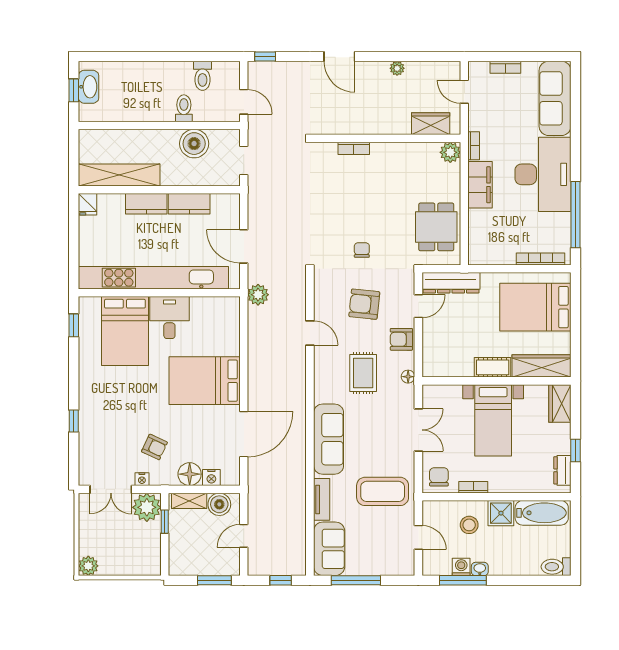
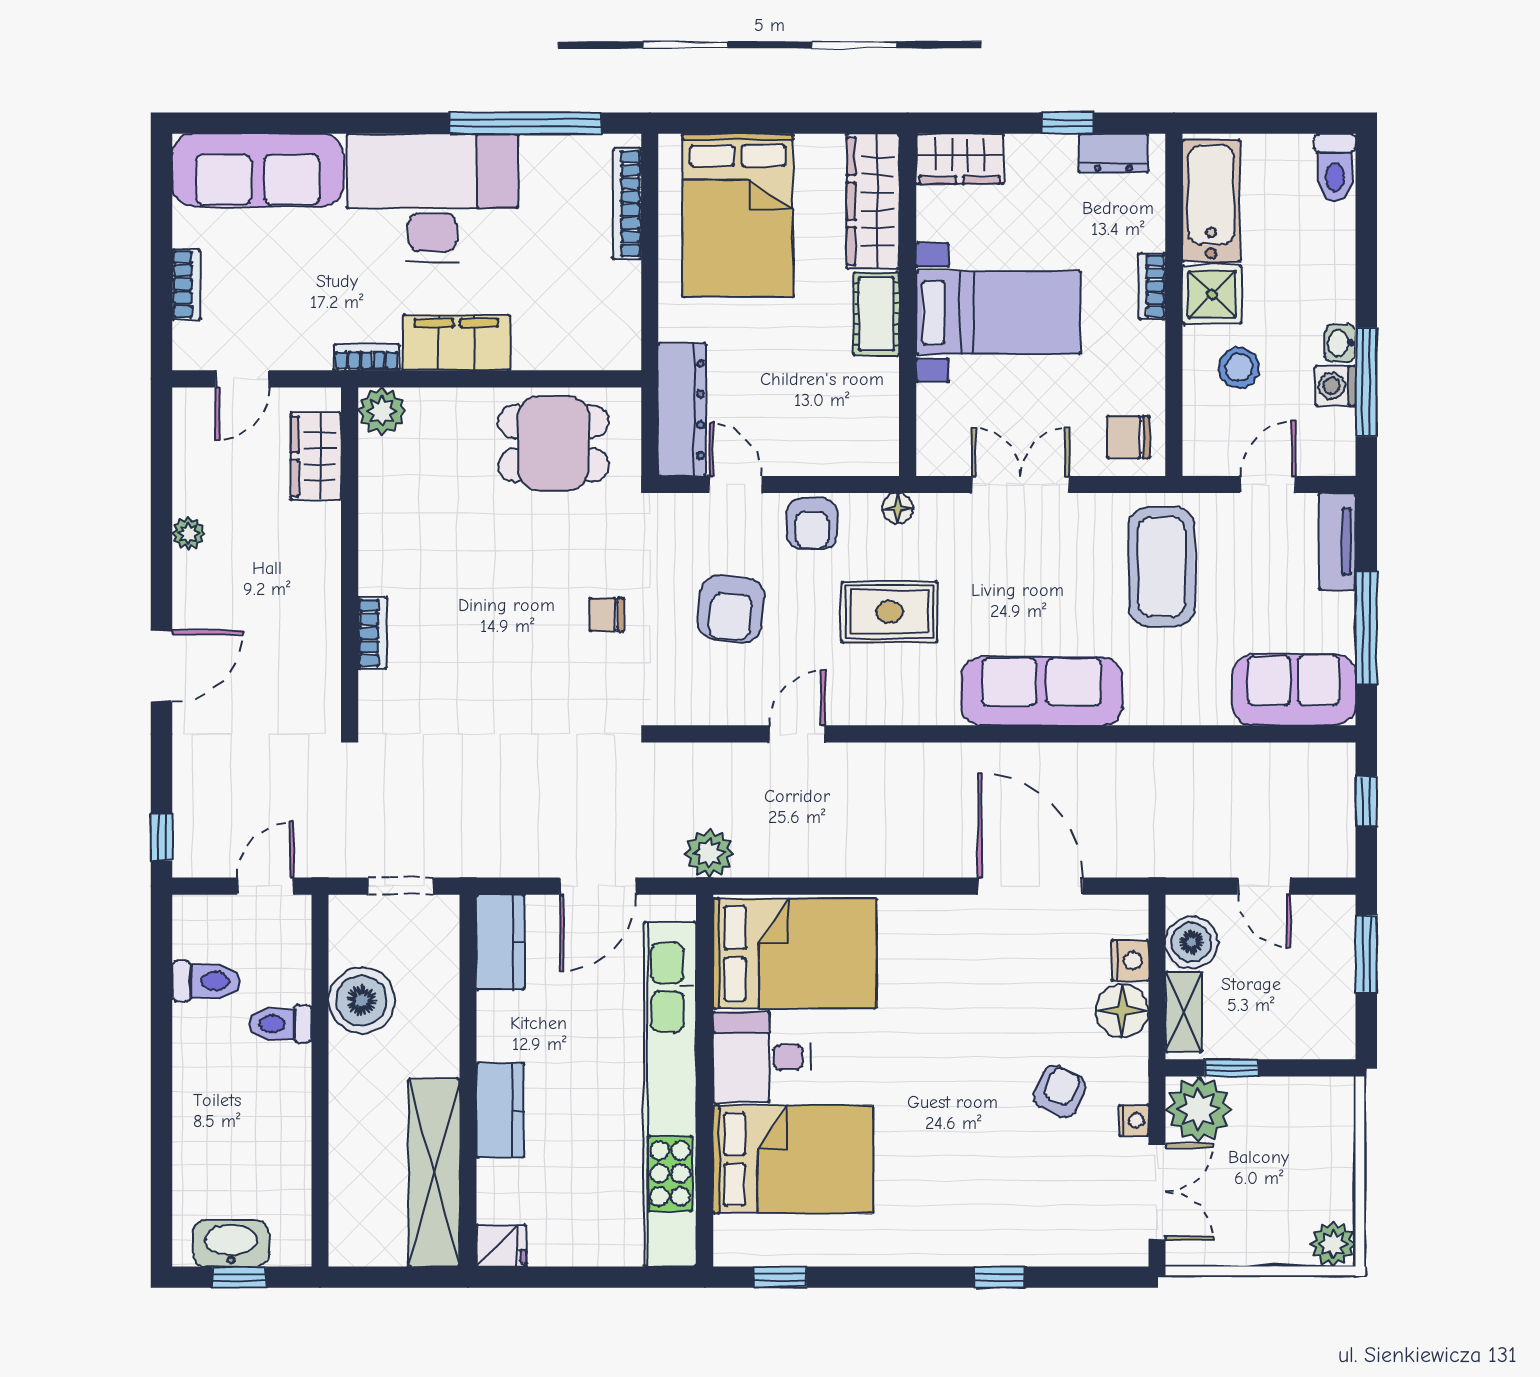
kitchen counter: (189, 204) -> (500, 942), moved
bed: (205, 381) -> (795, 953), moved, turned -90
bookcase: (473, 487) -> (1152, 286), moved
tv unit: (322, 499) -> (1337, 541), moved, turned -90

